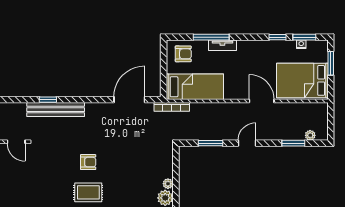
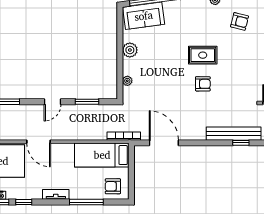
tv unit: (222, 45) -> (56, 194), moved
door: (129, 100) -> (164, 143), swing flipped
armchair: (88, 162) -> (203, 84), turned 180
plant: (168, 184) -> (127, 81), moved

